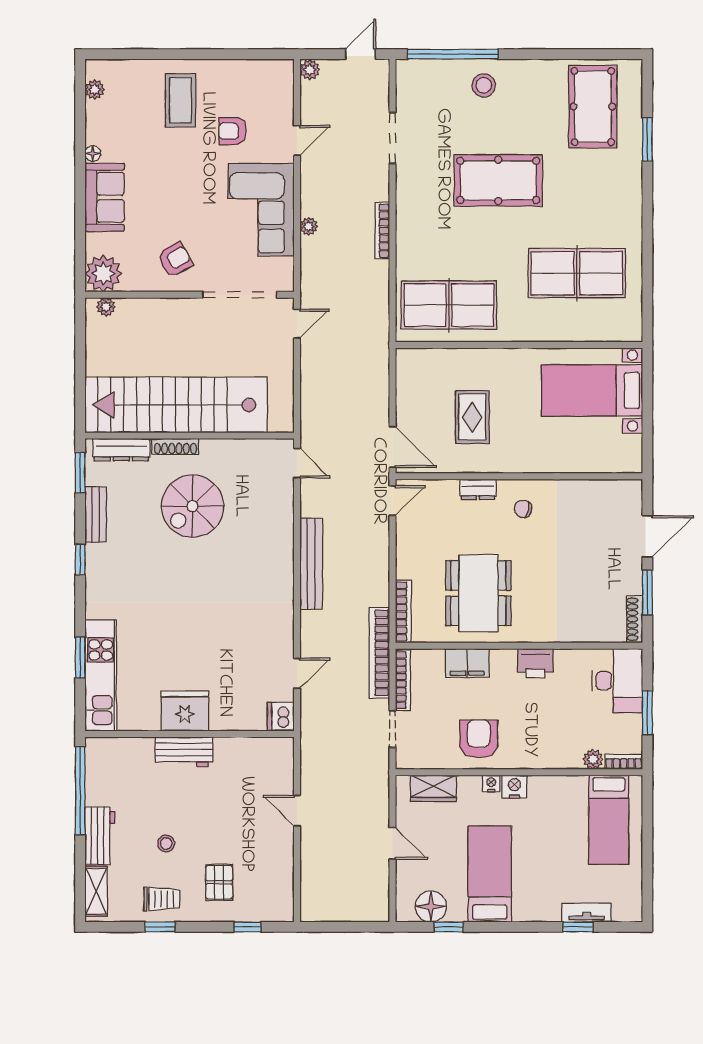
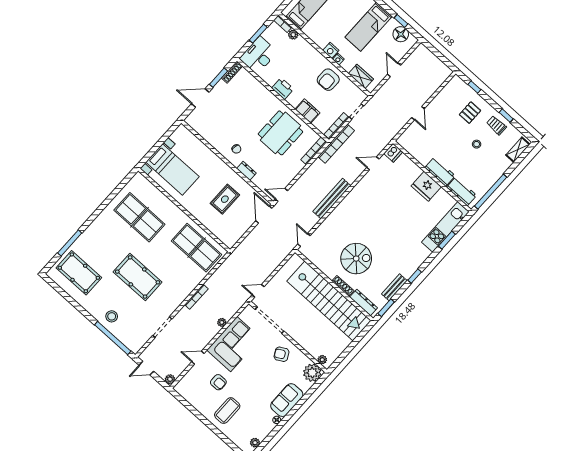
pool table: (593, 107) -> (79, 273), turned 90
window: (647, 139) -> (70, 243), width x1.44
workbench: (100, 836) -> (462, 191), moved, turned 90

